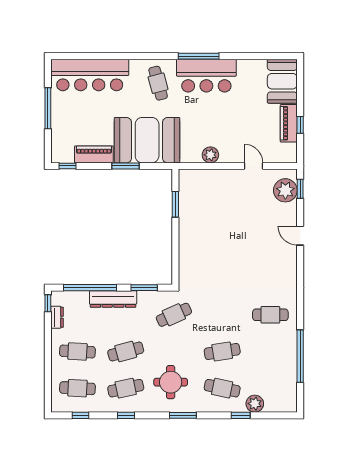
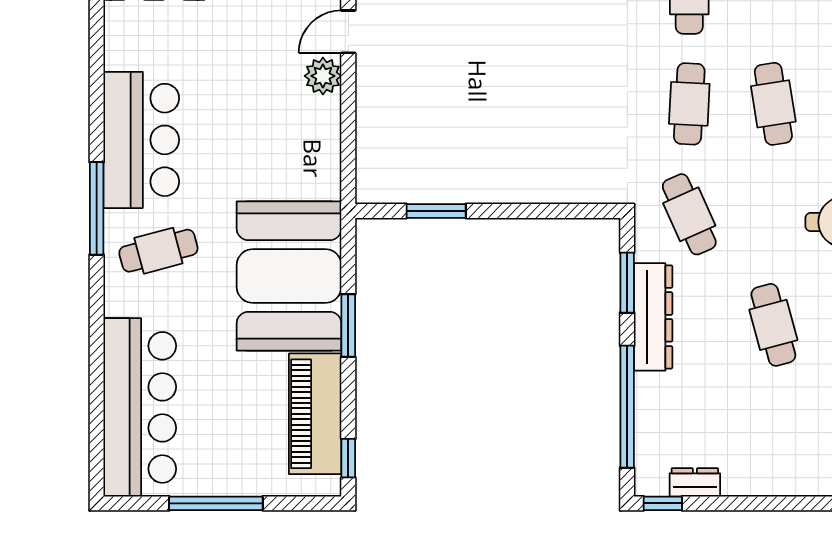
window: (199, 56) -> (97, 208), moved
piano: (94, 154) -> (315, 414), width x1.37, depth x1.33
plant: (210, 155) -> (323, 76), moved
dresser: (113, 299) -> (653, 317), moved
cafe table: (77, 351) -> (689, 104), moved

